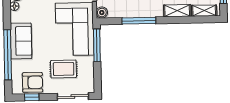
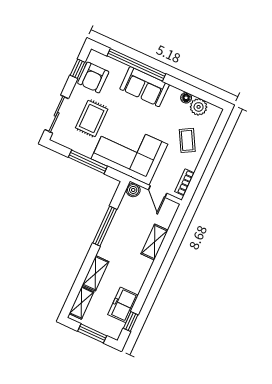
window: (97, 45) -> (88, 162), moved

